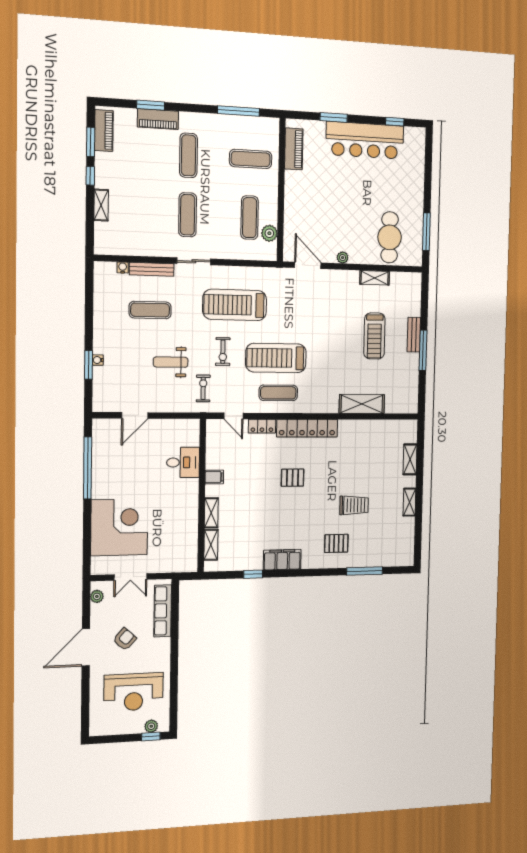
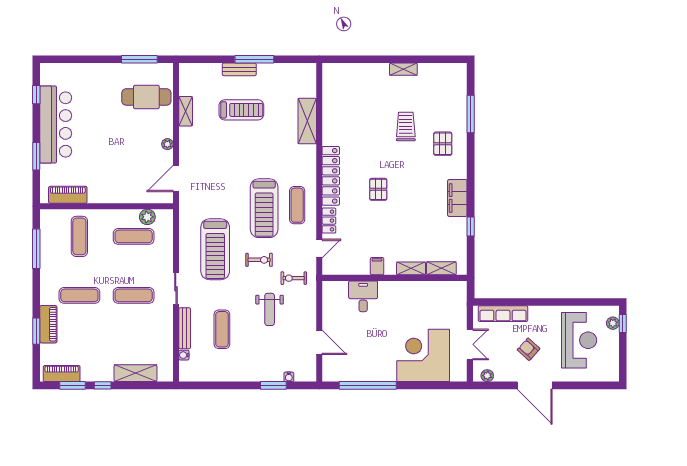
shelving: (101, 205) -> (135, 373), width x1.50, depth x1.33
water cooler: (98, 360) -> (289, 377), moved
shelving: (410, 459) -> (361, 70), removed

